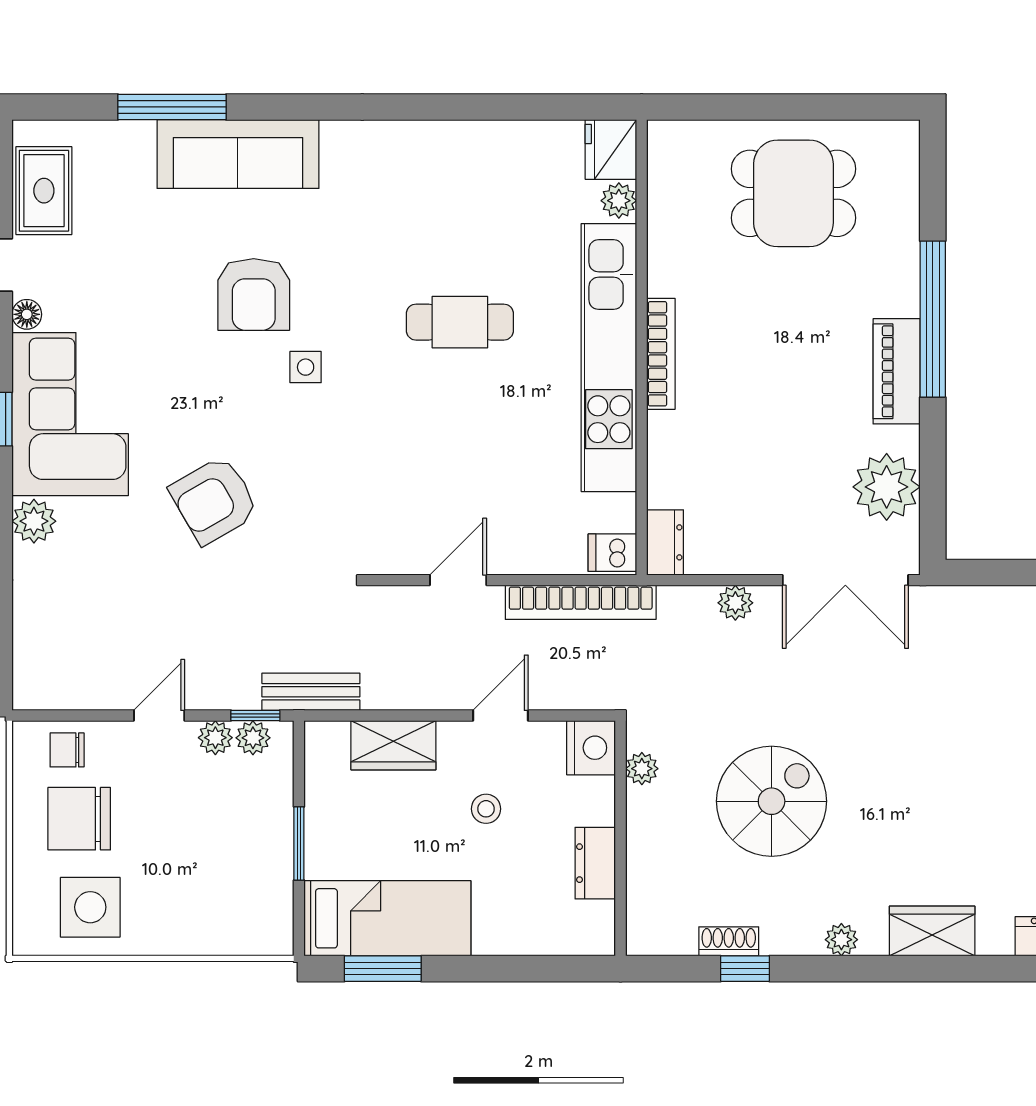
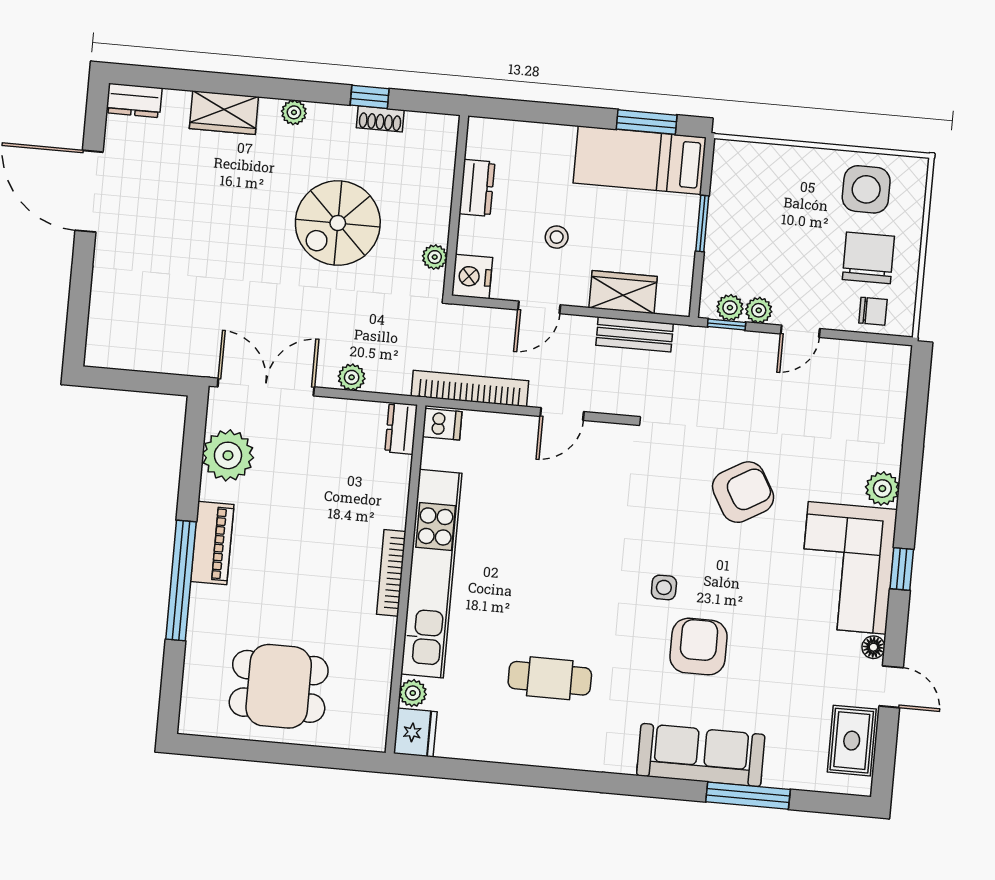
cafe table: (460, 322) -> (550, 678), moved
bench: (311, 692) -> (635, 334), moved
chair: (79, 819) -> (868, 258), turned -90

